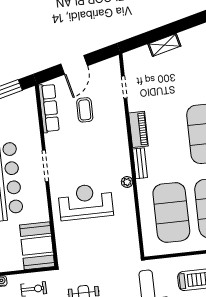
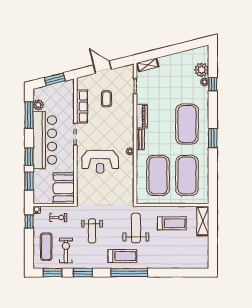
shelving: (164, 45) -> (148, 65), moved
door: (74, 65) -> (102, 67), swing flipped
row of seats: (49, 108) -> (82, 106), moved
reception desk: (86, 202) -> (100, 162), turned 180

